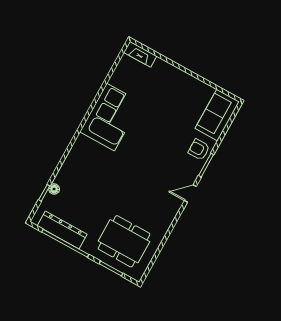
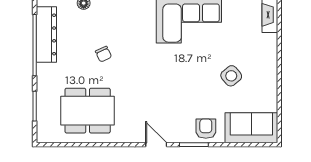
side table: (170, 109) -> (231, 76), added
chair: (101, 195) -> (103, 54), added
dining table: (124, 241) -> (88, 111), moved, turned 90

